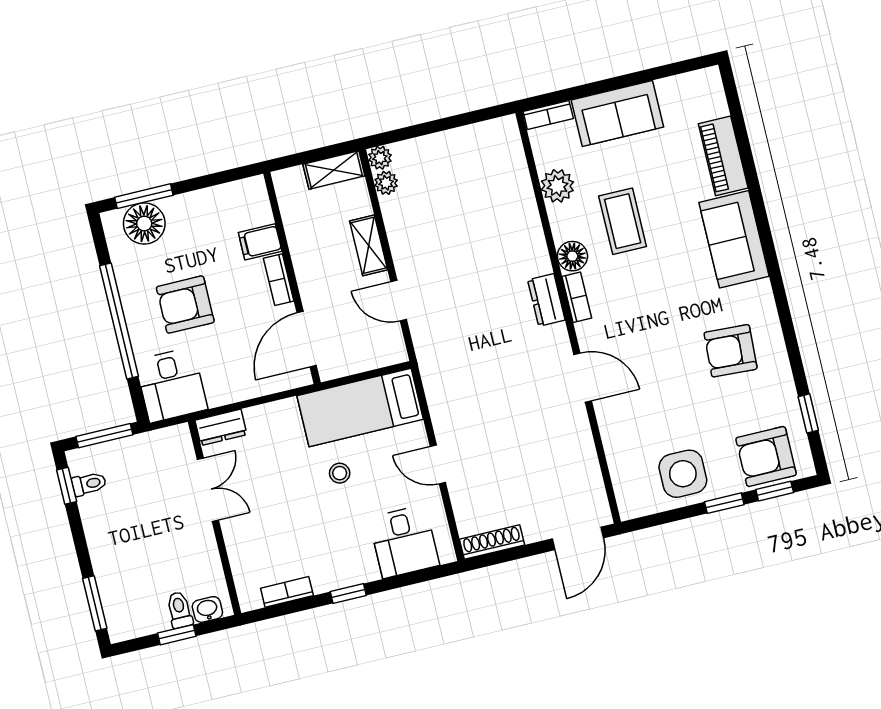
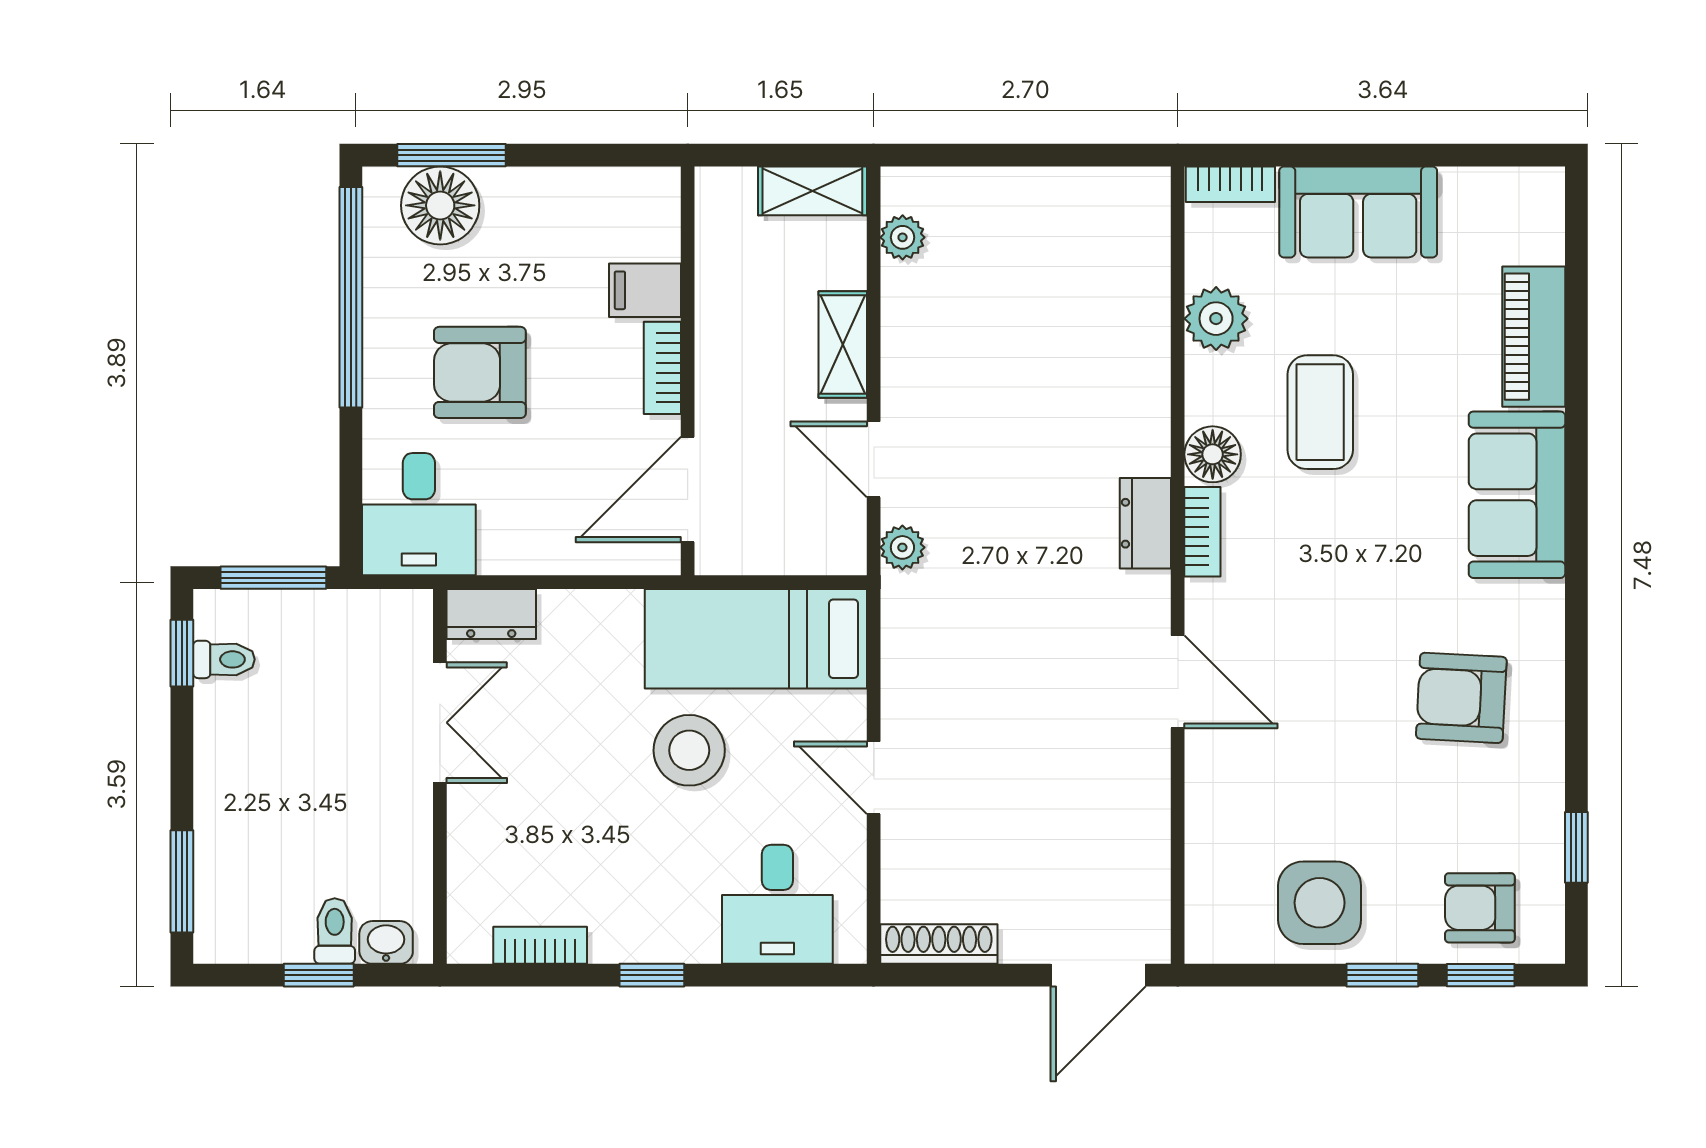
plant: (380, 158) -> (902, 547), moved
window: (119, 321) -> (351, 297), moved
armchair: (766, 456) -> (1480, 908), width x0.72, depth x0.72
stool: (340, 473) -> (689, 750), width x1.89, depth x1.89

